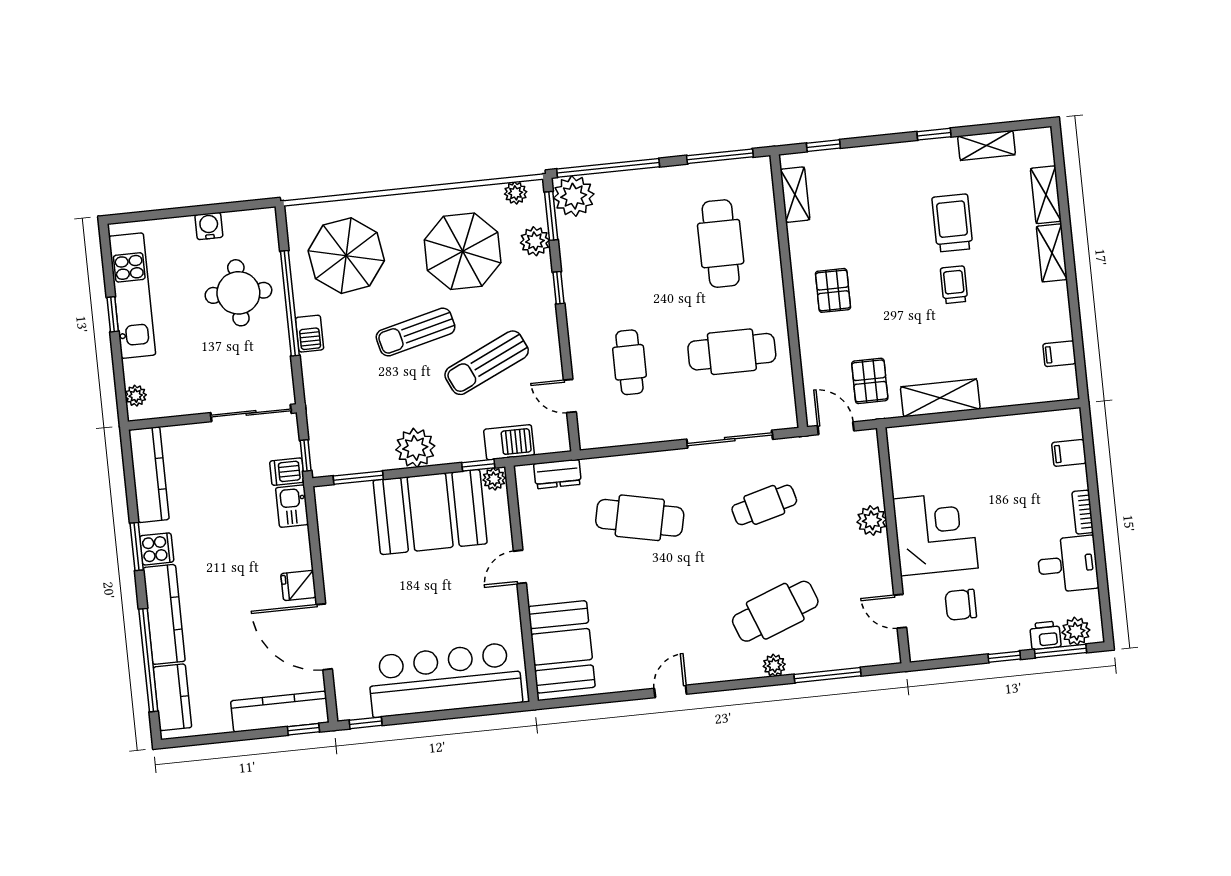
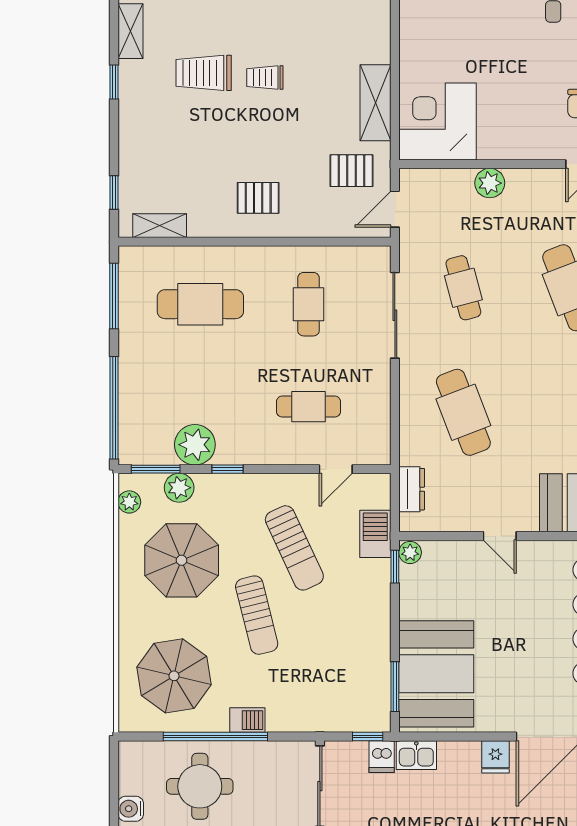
plant: (574, 196) -> (195, 445), moved
cafe table: (732, 352) -> (308, 304), width x0.73, depth x0.74
plant: (415, 448) -> (371, 627), removed
booth: (430, 512) -> (436, 674), moved
cafe table: (640, 518) -> (463, 412), turned -33
corner desk: (935, 534) -> (438, 121), moved

